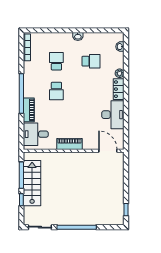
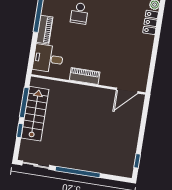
desk: (113, 115) -> (139, 50), removed
door: (108, 151) -> (127, 91), swing flipped

